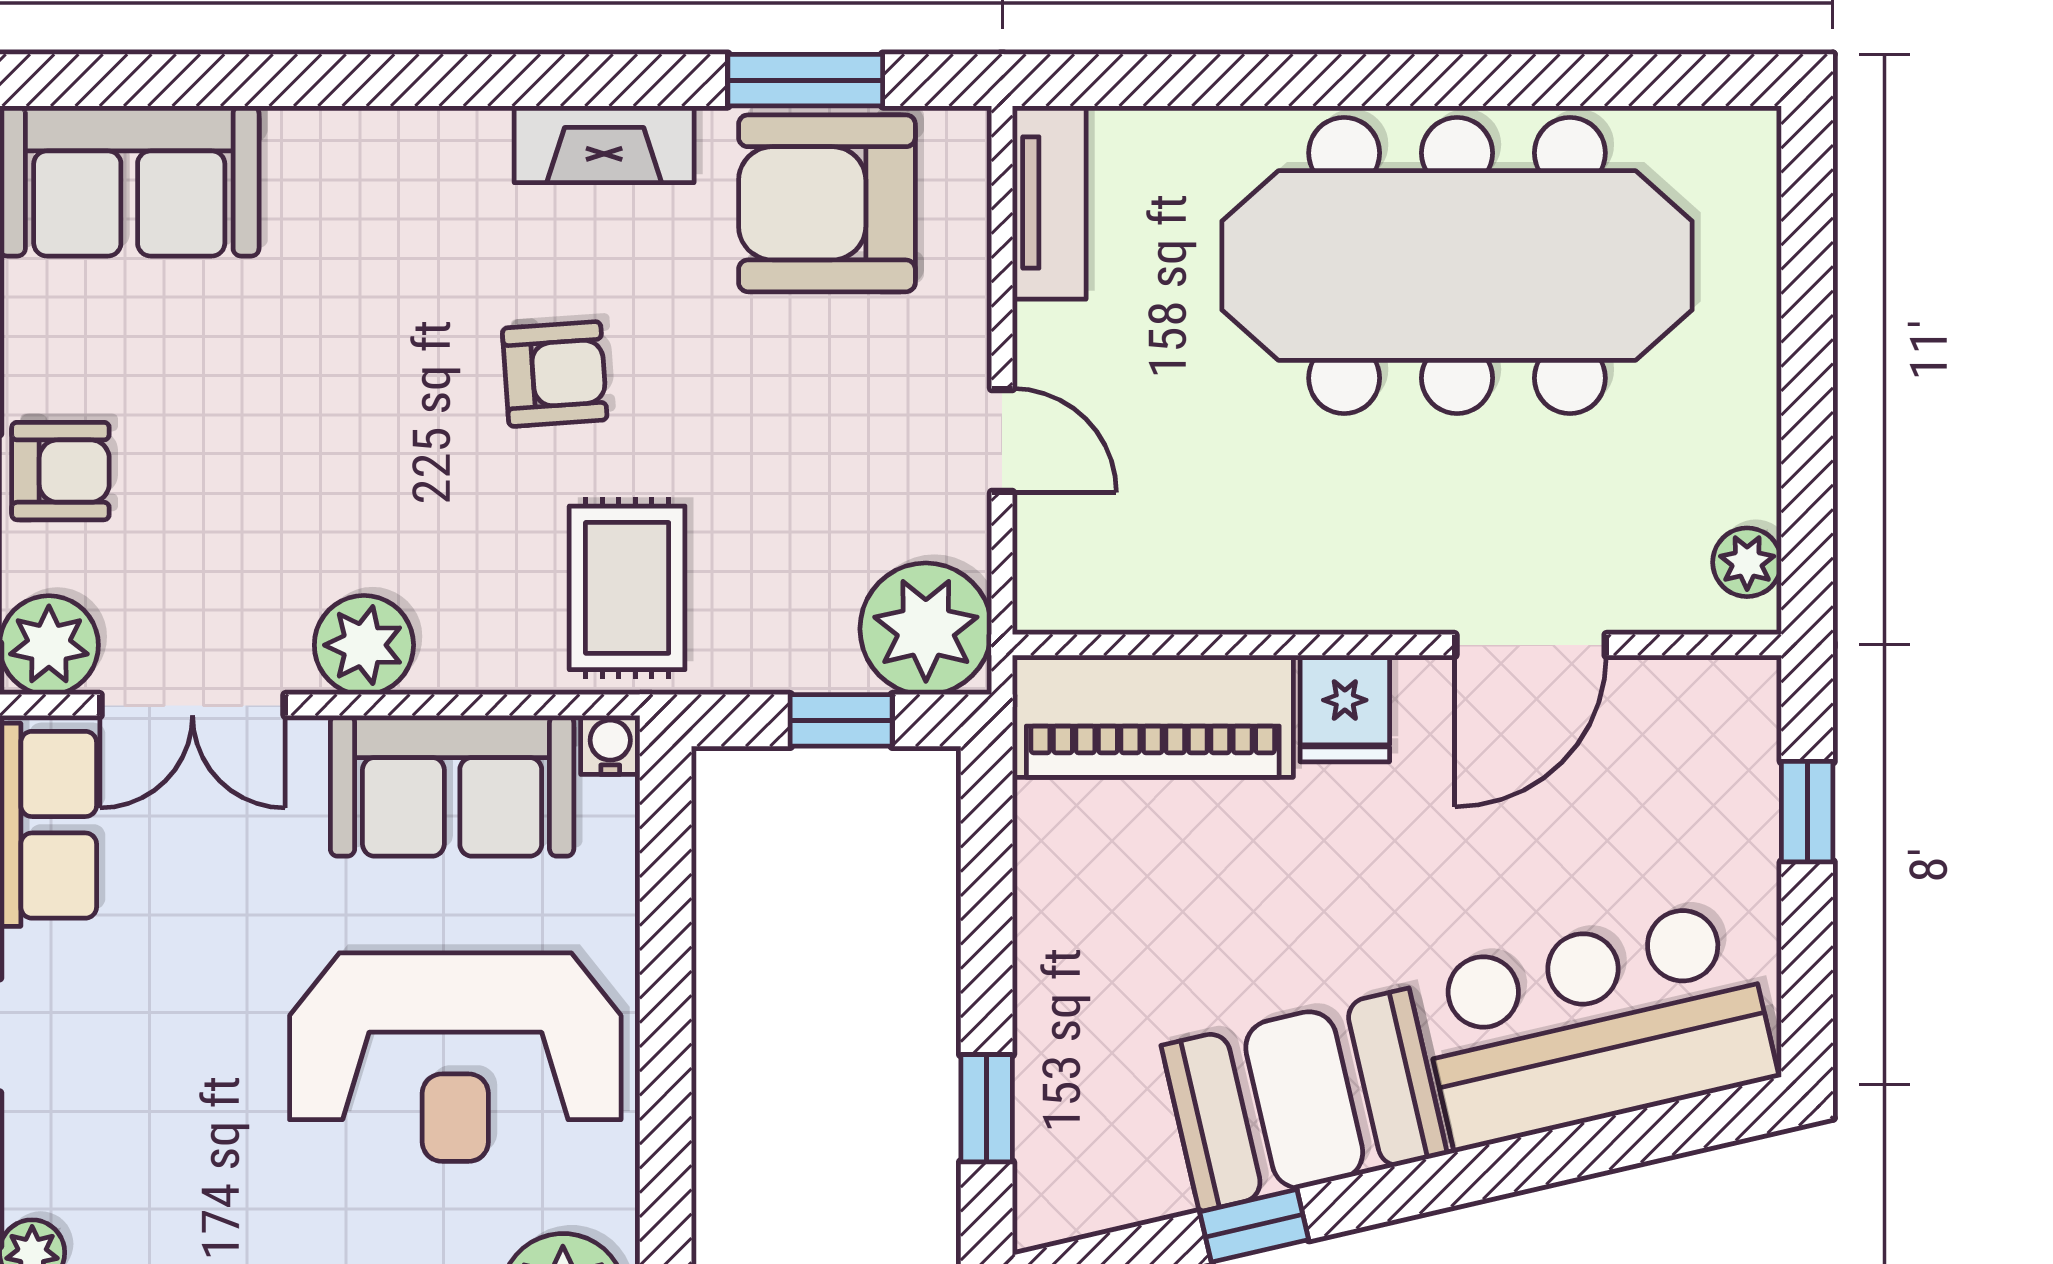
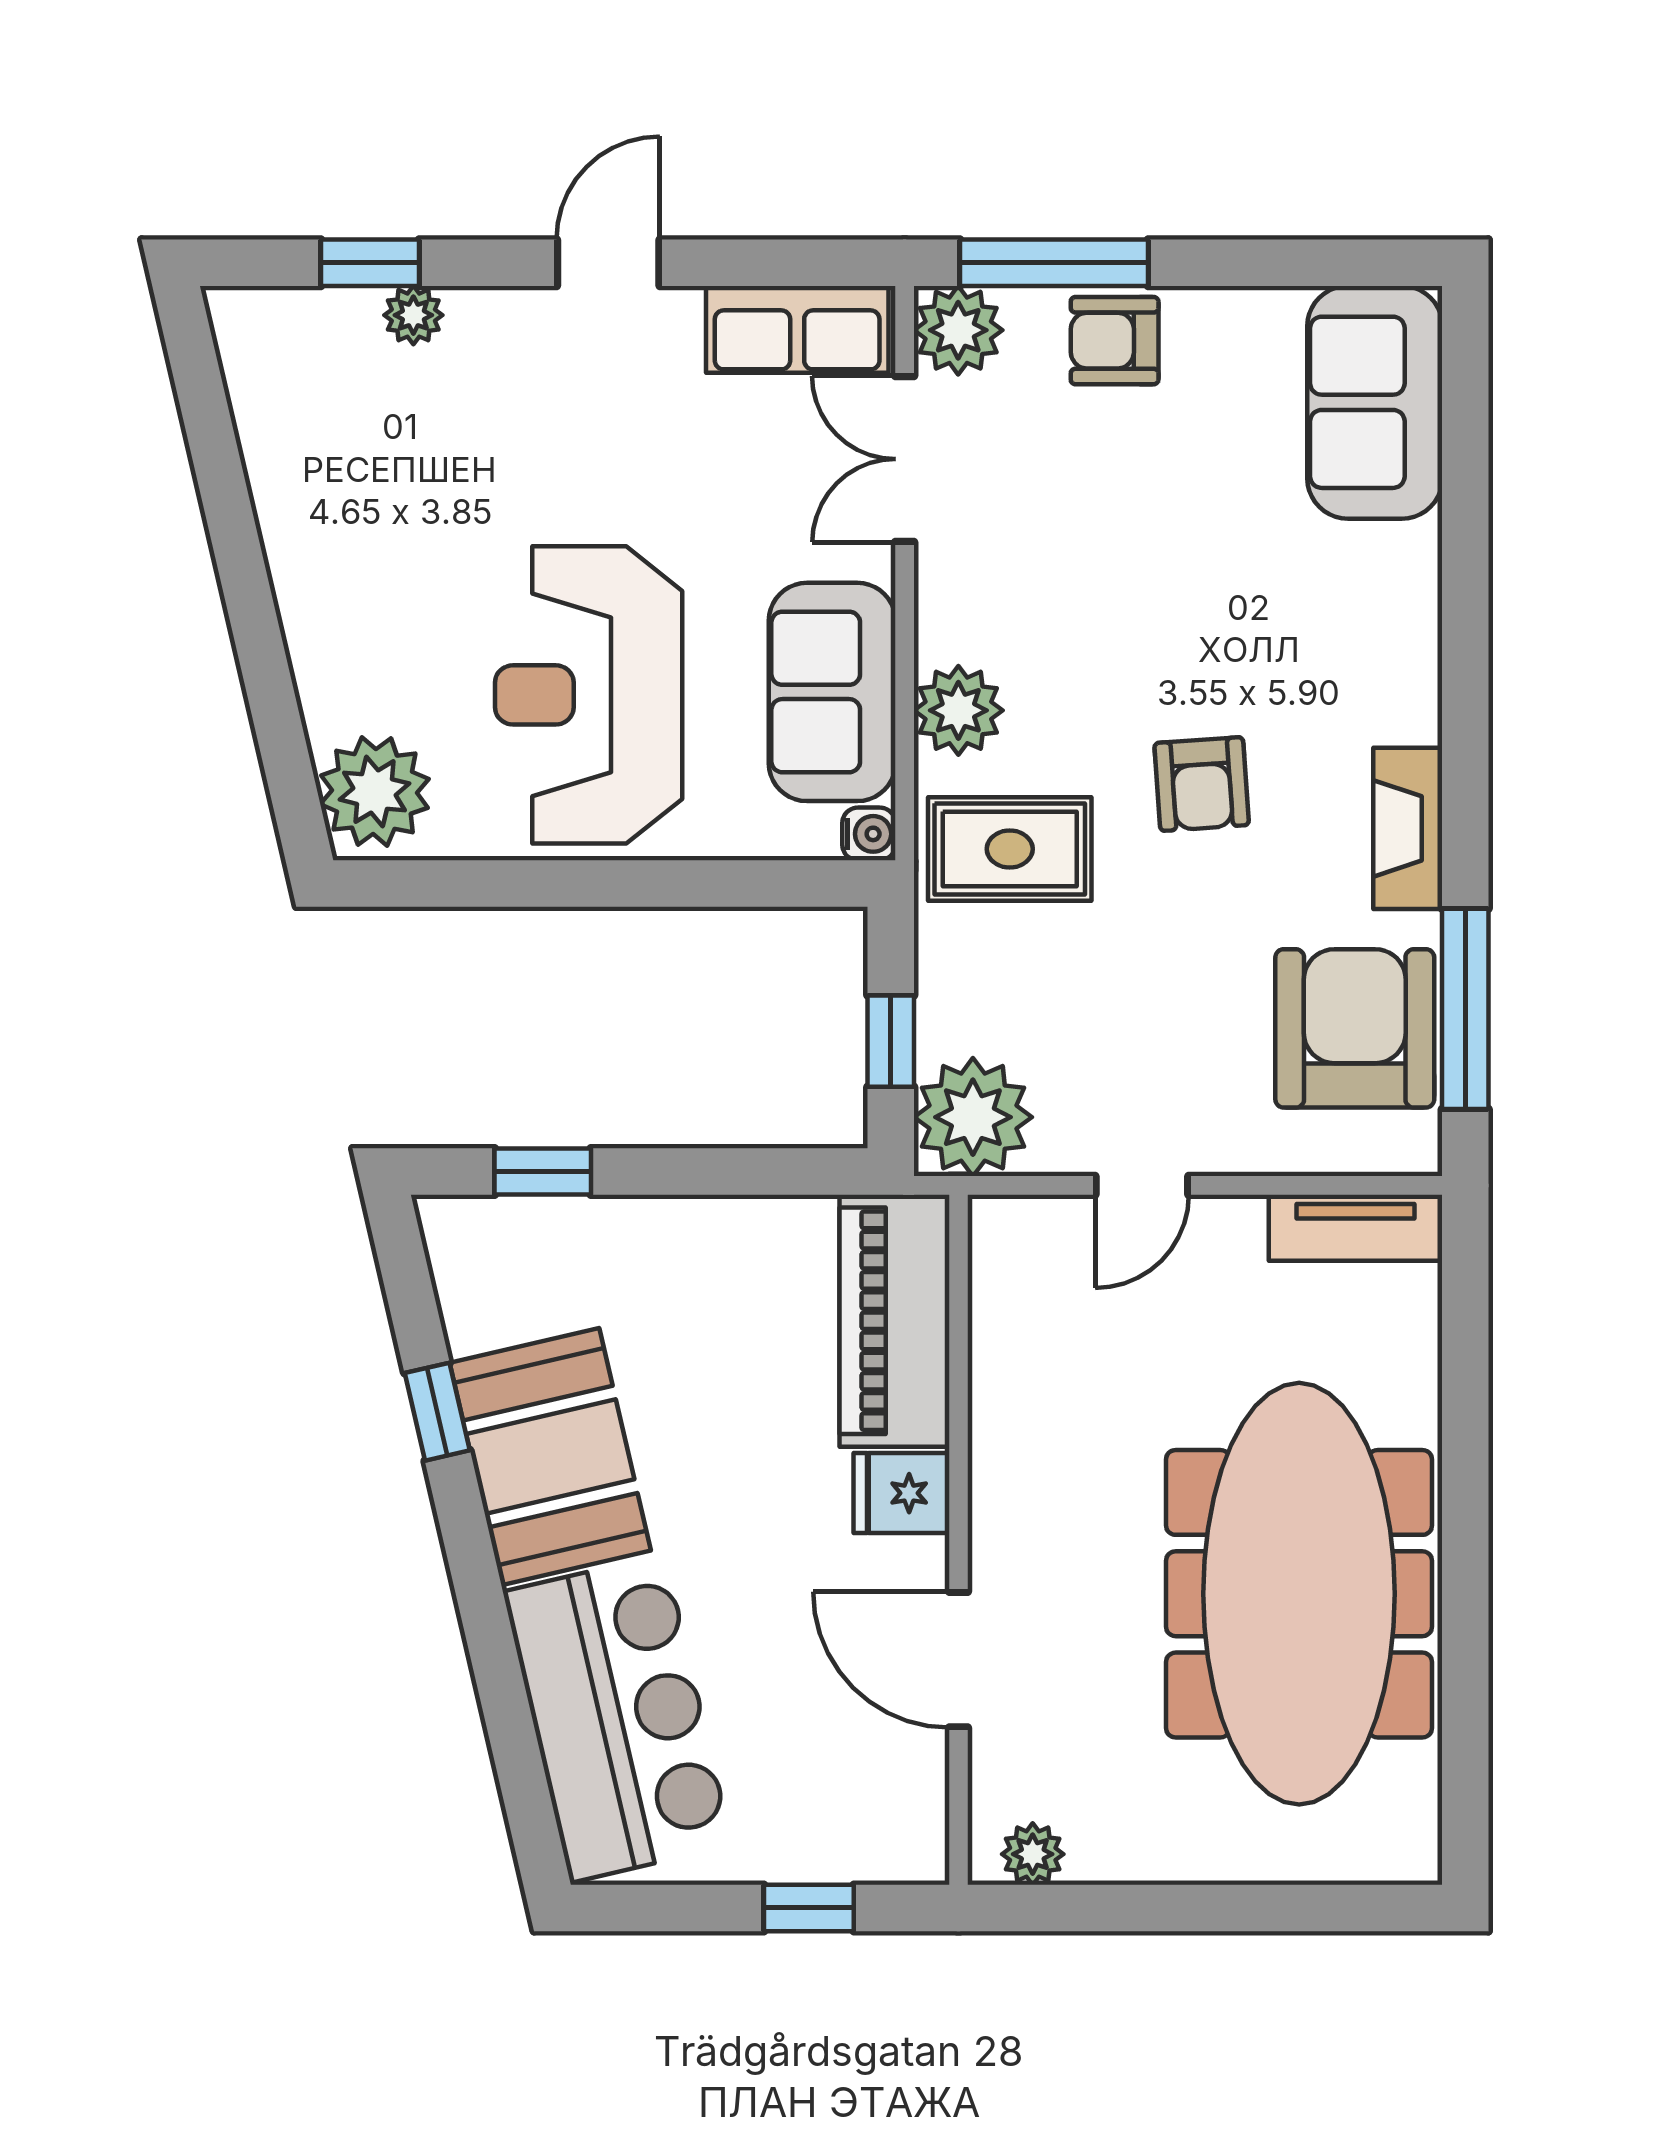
window: (805, 80) -> (1465, 1009), width x1.44
armchair: (60, 471) -> (1115, 341), turned 90
plant: (364, 645) -> (958, 710), moved

